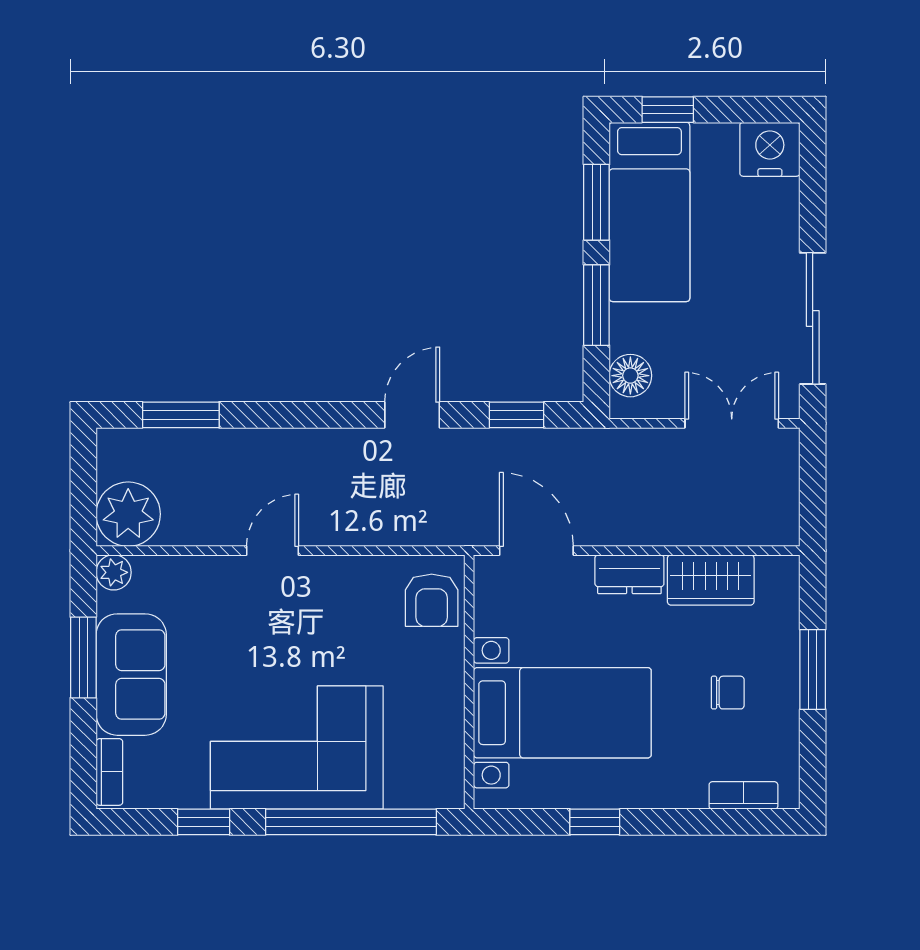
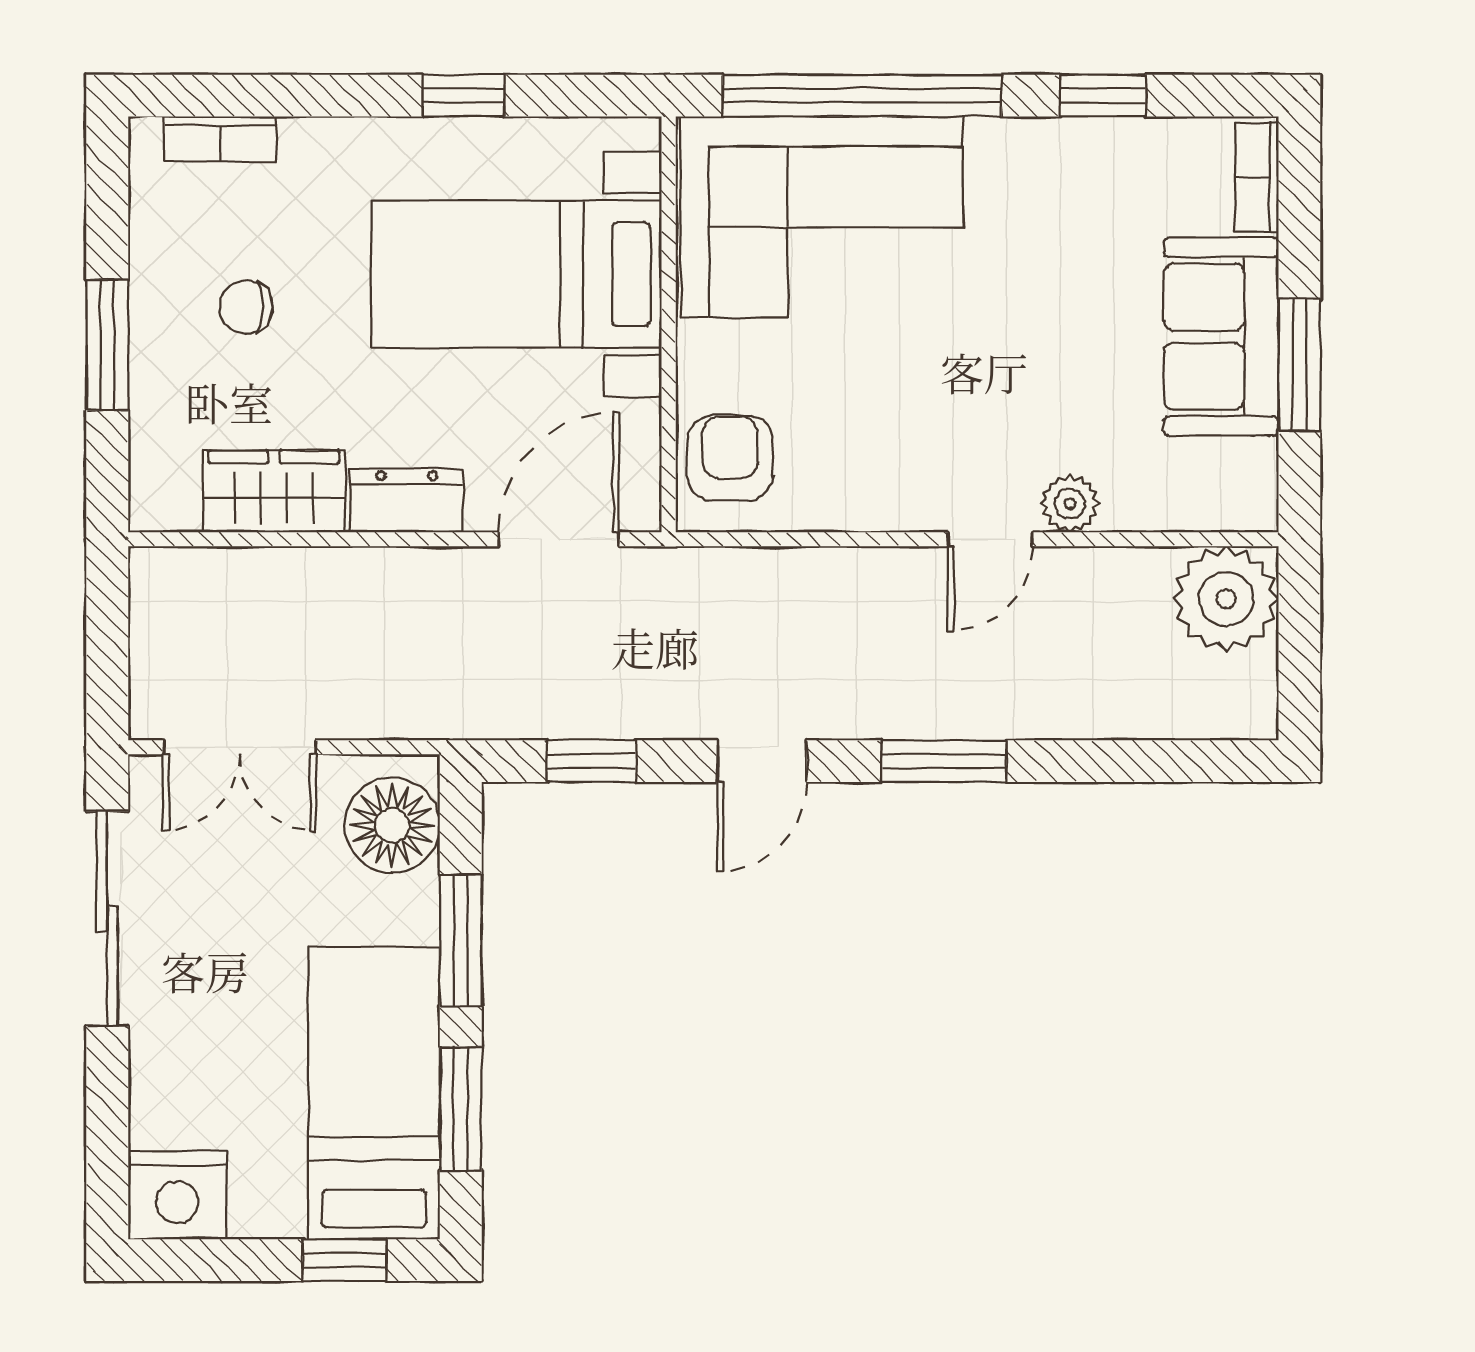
floor lamp: (630, 376) -> (392, 825), width x1.38, depth x1.38
window: (181, 415) -> (944, 761), moved
door: (536, 551) -> (559, 539), swing flipped
plant: (114, 572) -> (1070, 504), moved
corner sofa: (297, 748) -> (821, 217), moved

